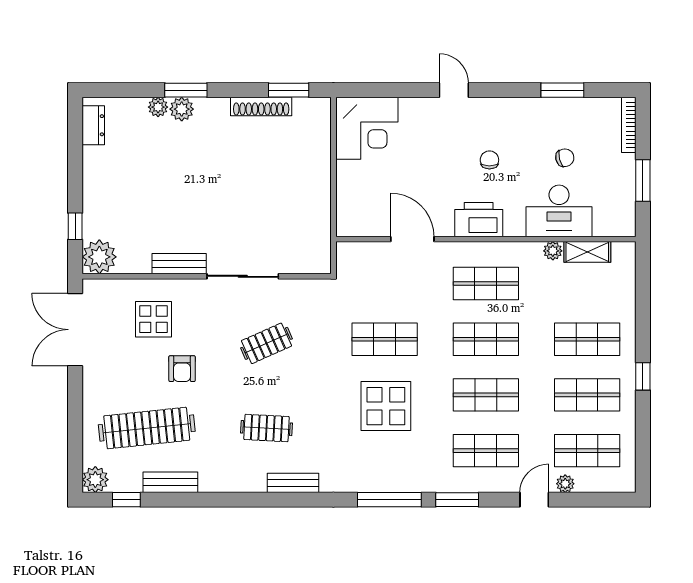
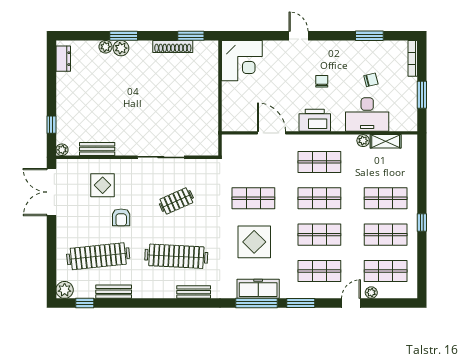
plant: (99, 257) -> (62, 150), width x0.53, depth x0.53
bench: (179, 264) -> (97, 149), moved
clothes rail: (266, 428) -> (176, 256), width x1.86, depth x1.31
freezer: (392, 478) -> (258, 289), added

